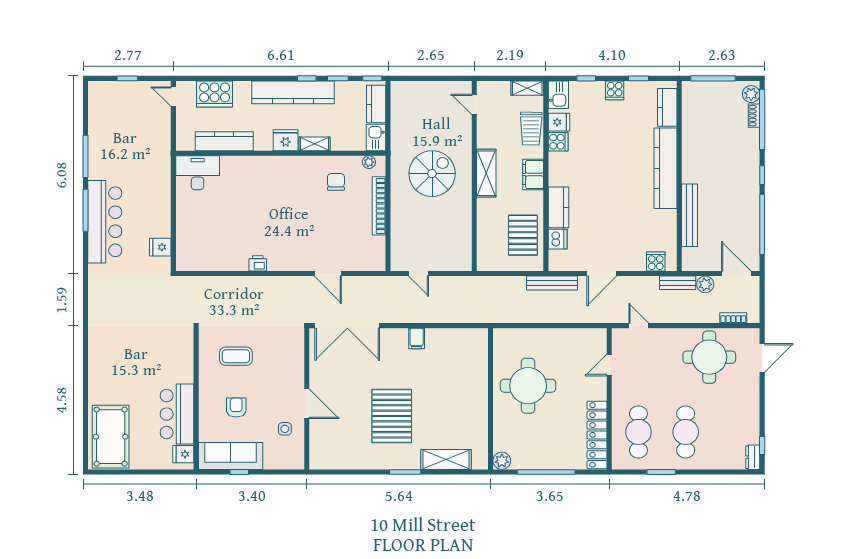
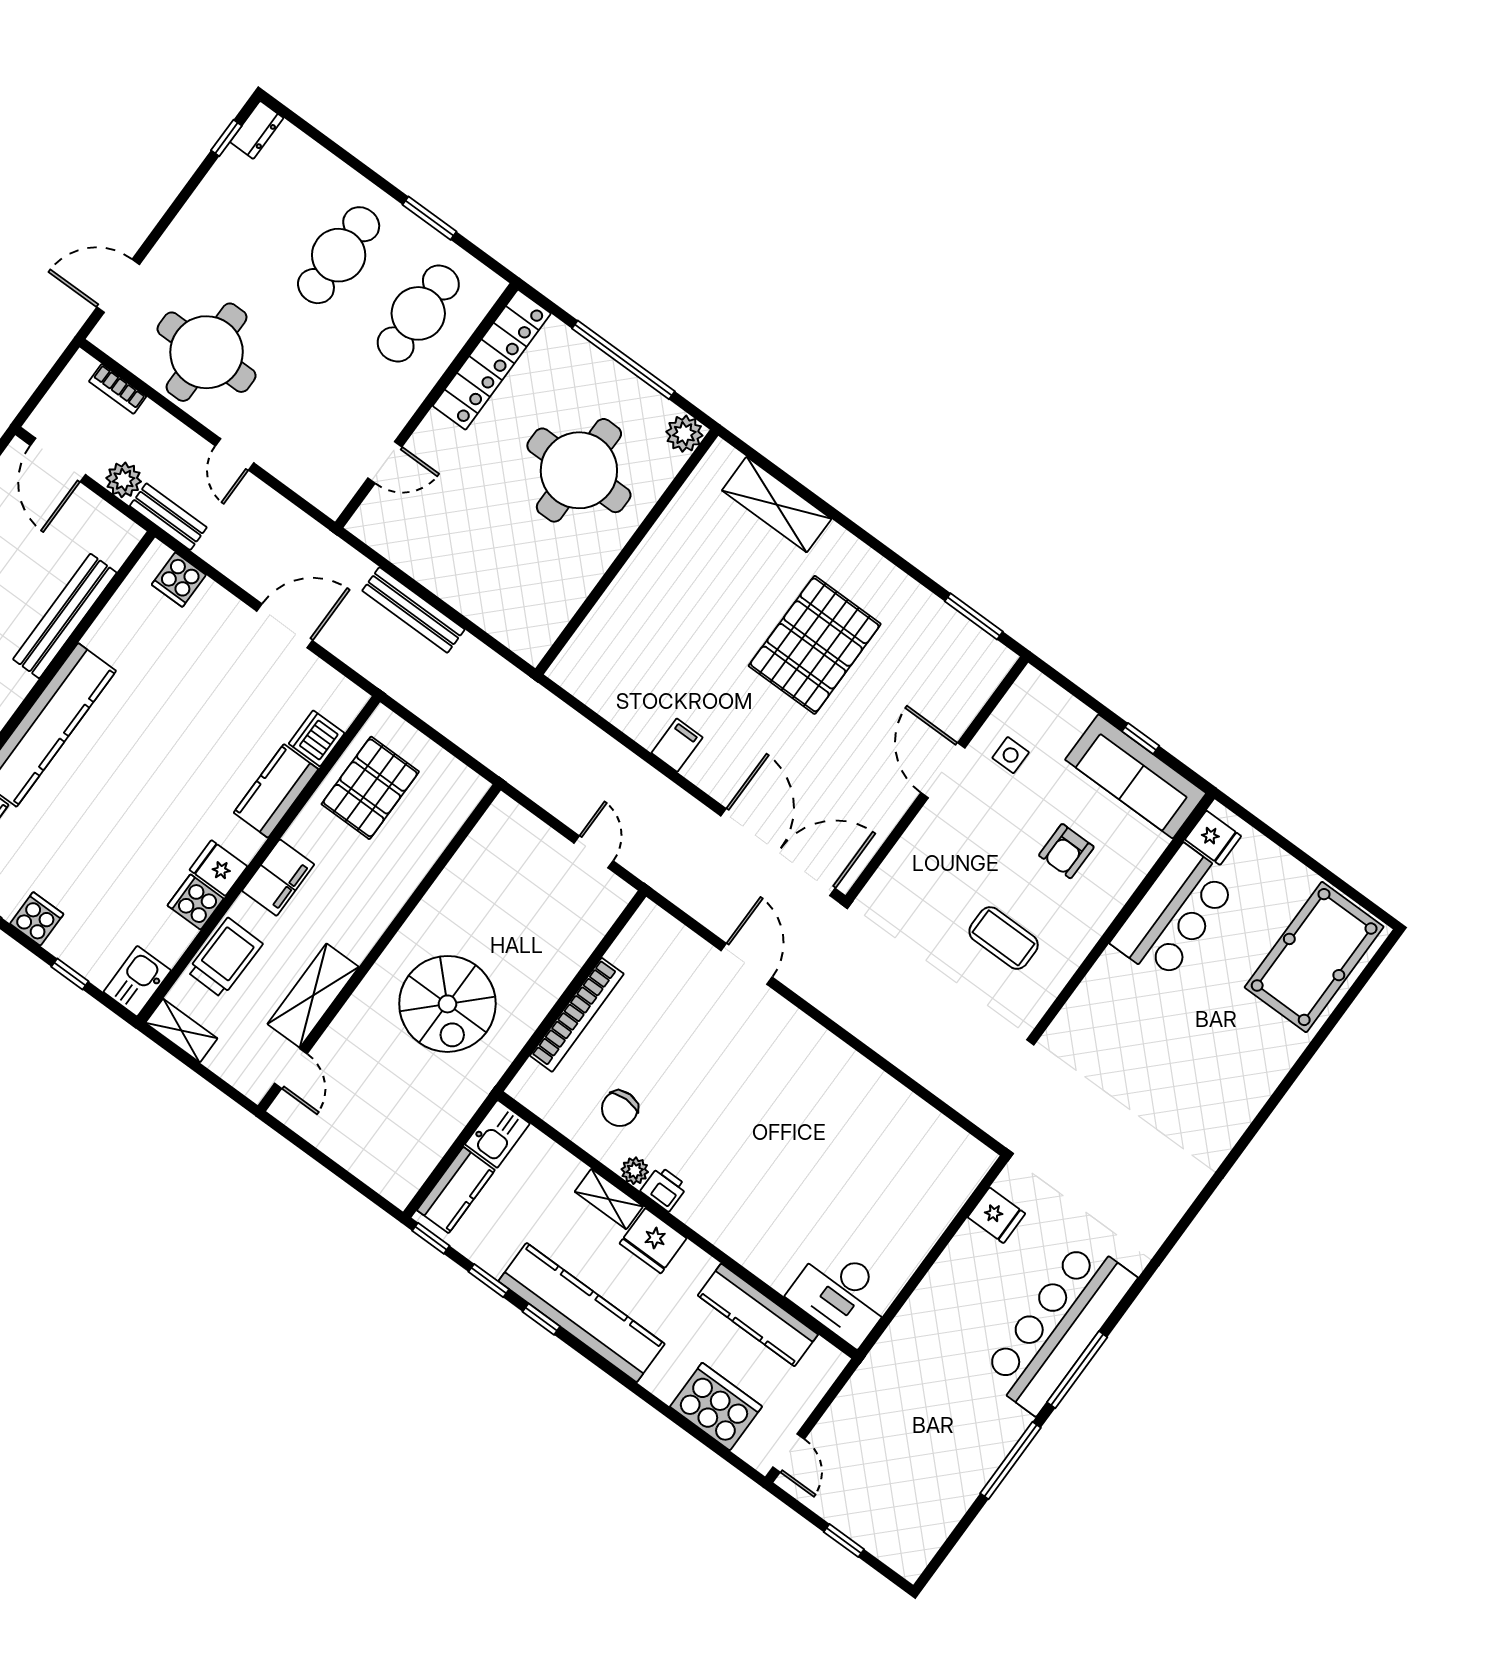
fridge: (559, 122) -> (218, 868), moved
plant: (369, 162) -> (635, 1171), moved
shelving: (486, 173) -> (313, 995), moved
spiral stairs: (432, 174) -> (447, 1004), turned -90
printer: (258, 263) -> (664, 1189), moved, turned 180
bench: (552, 283) -> (413, 610), moved
door: (639, 326) -> (235, 454), moved
round table: (528, 386) -> (579, 470), moved
window: (405, 472) -> (974, 616), moved

